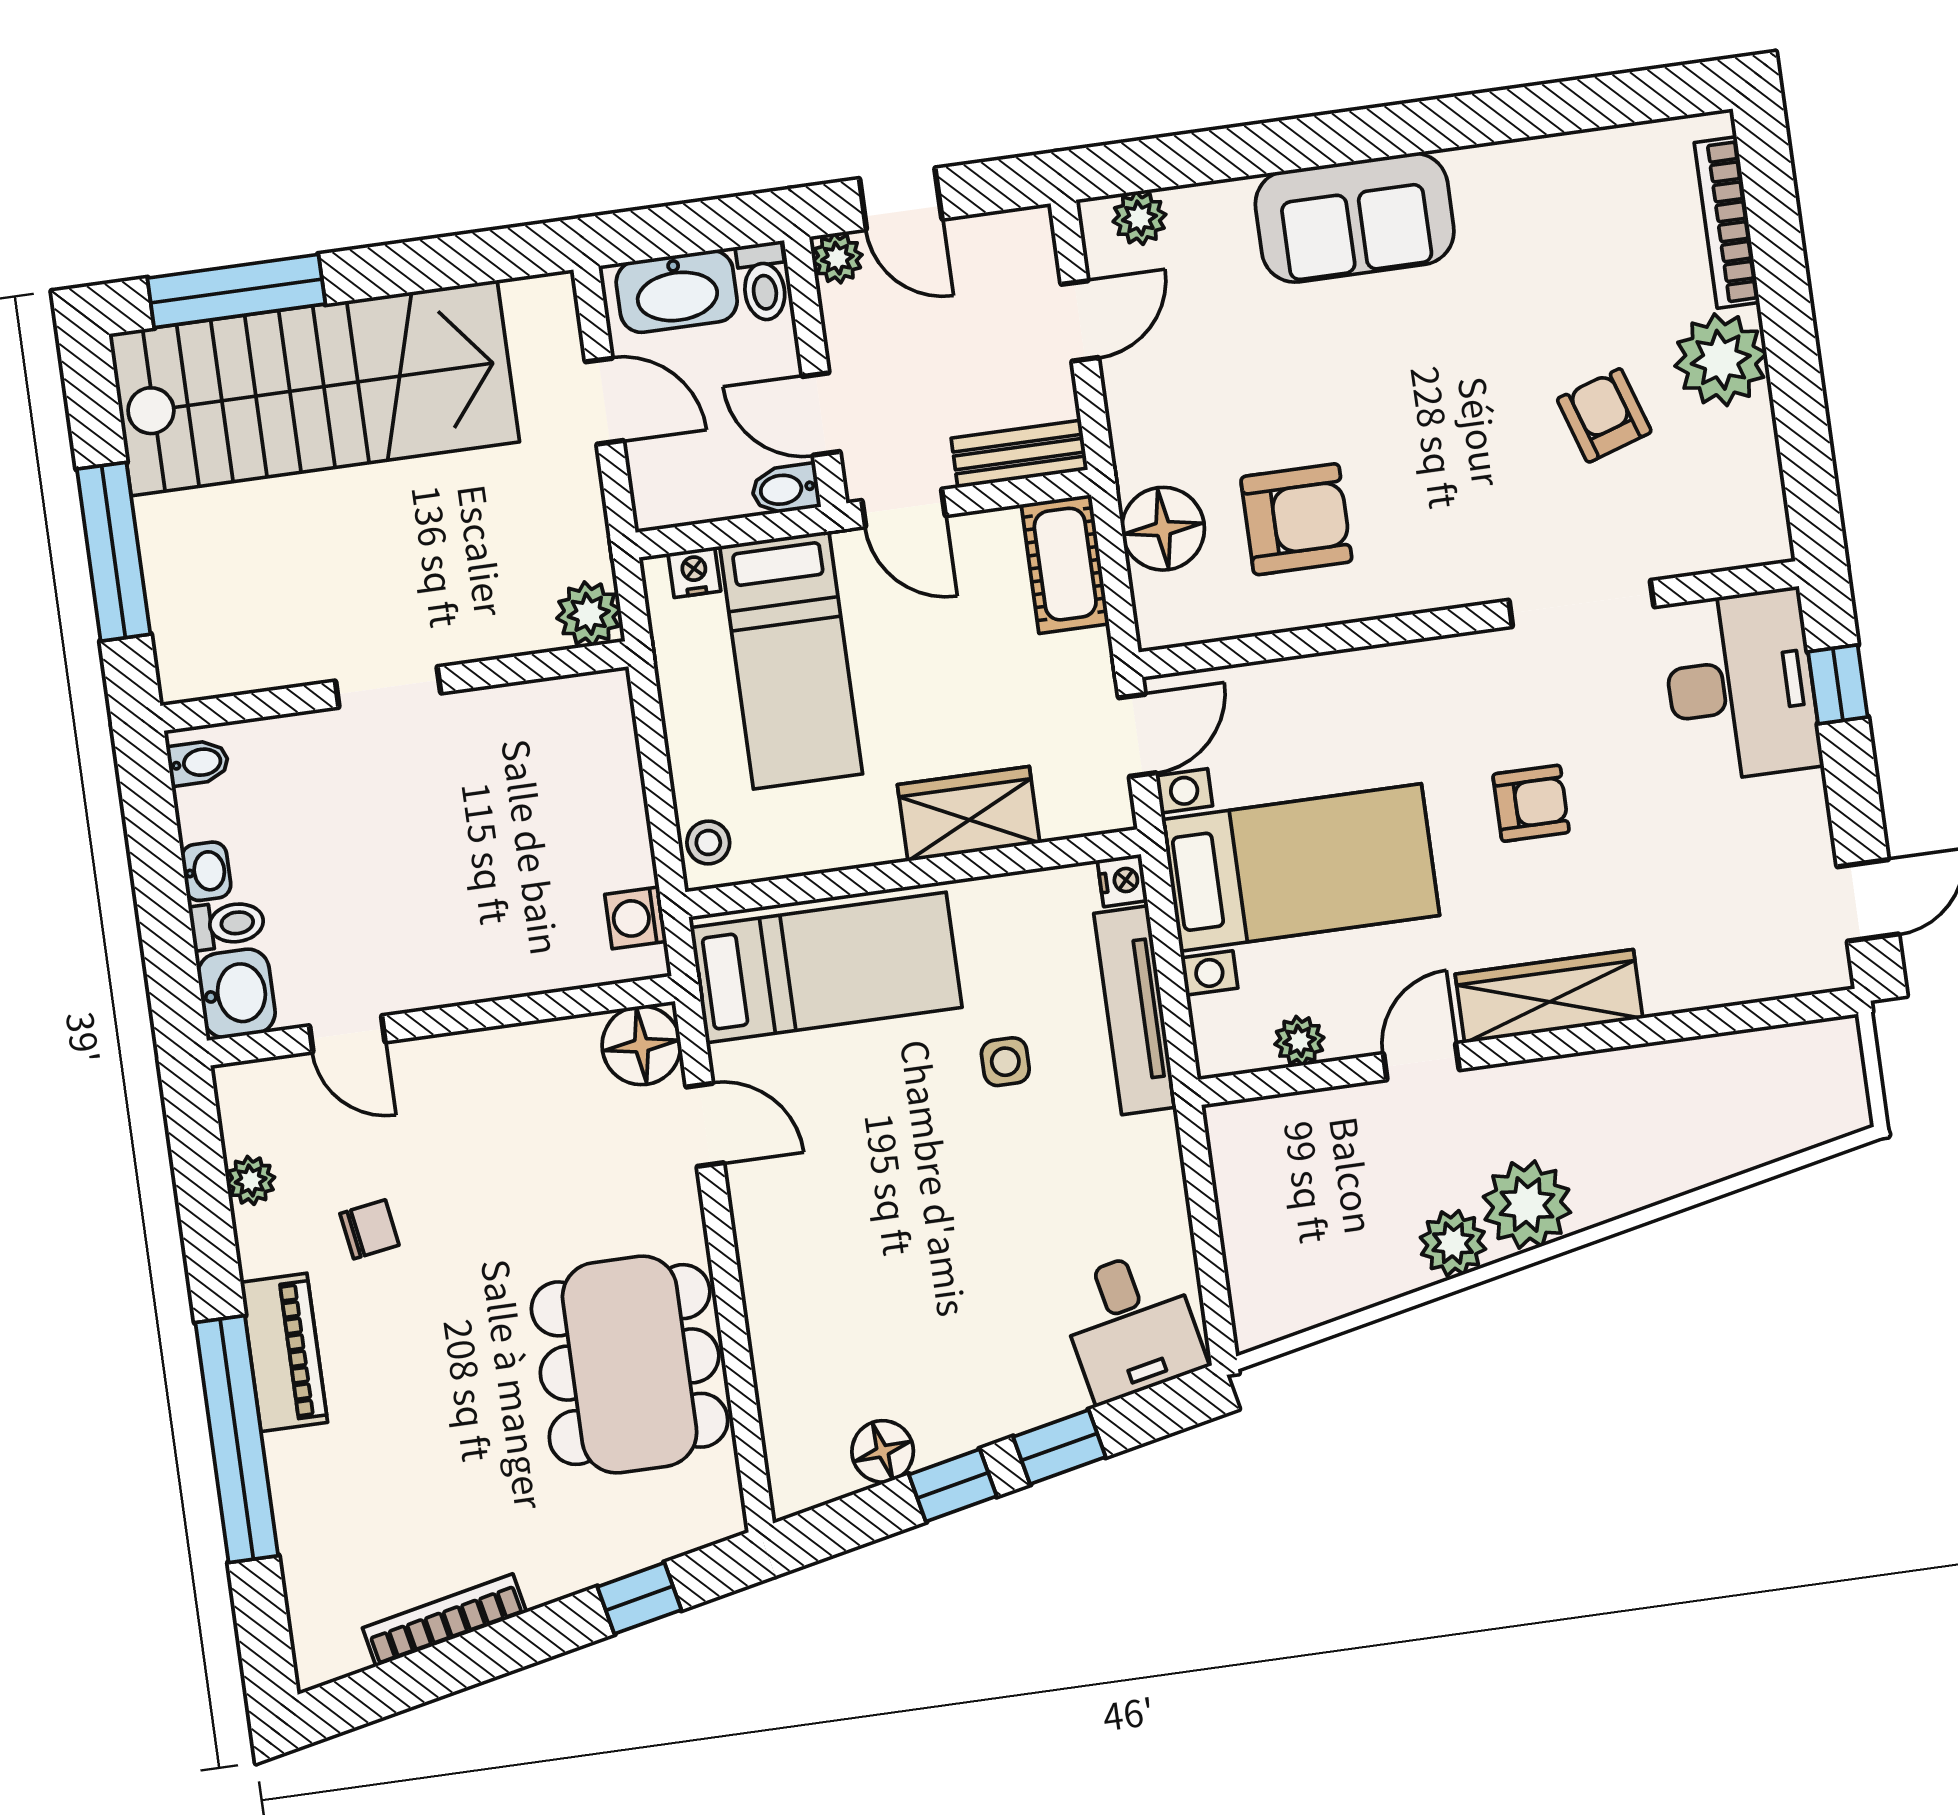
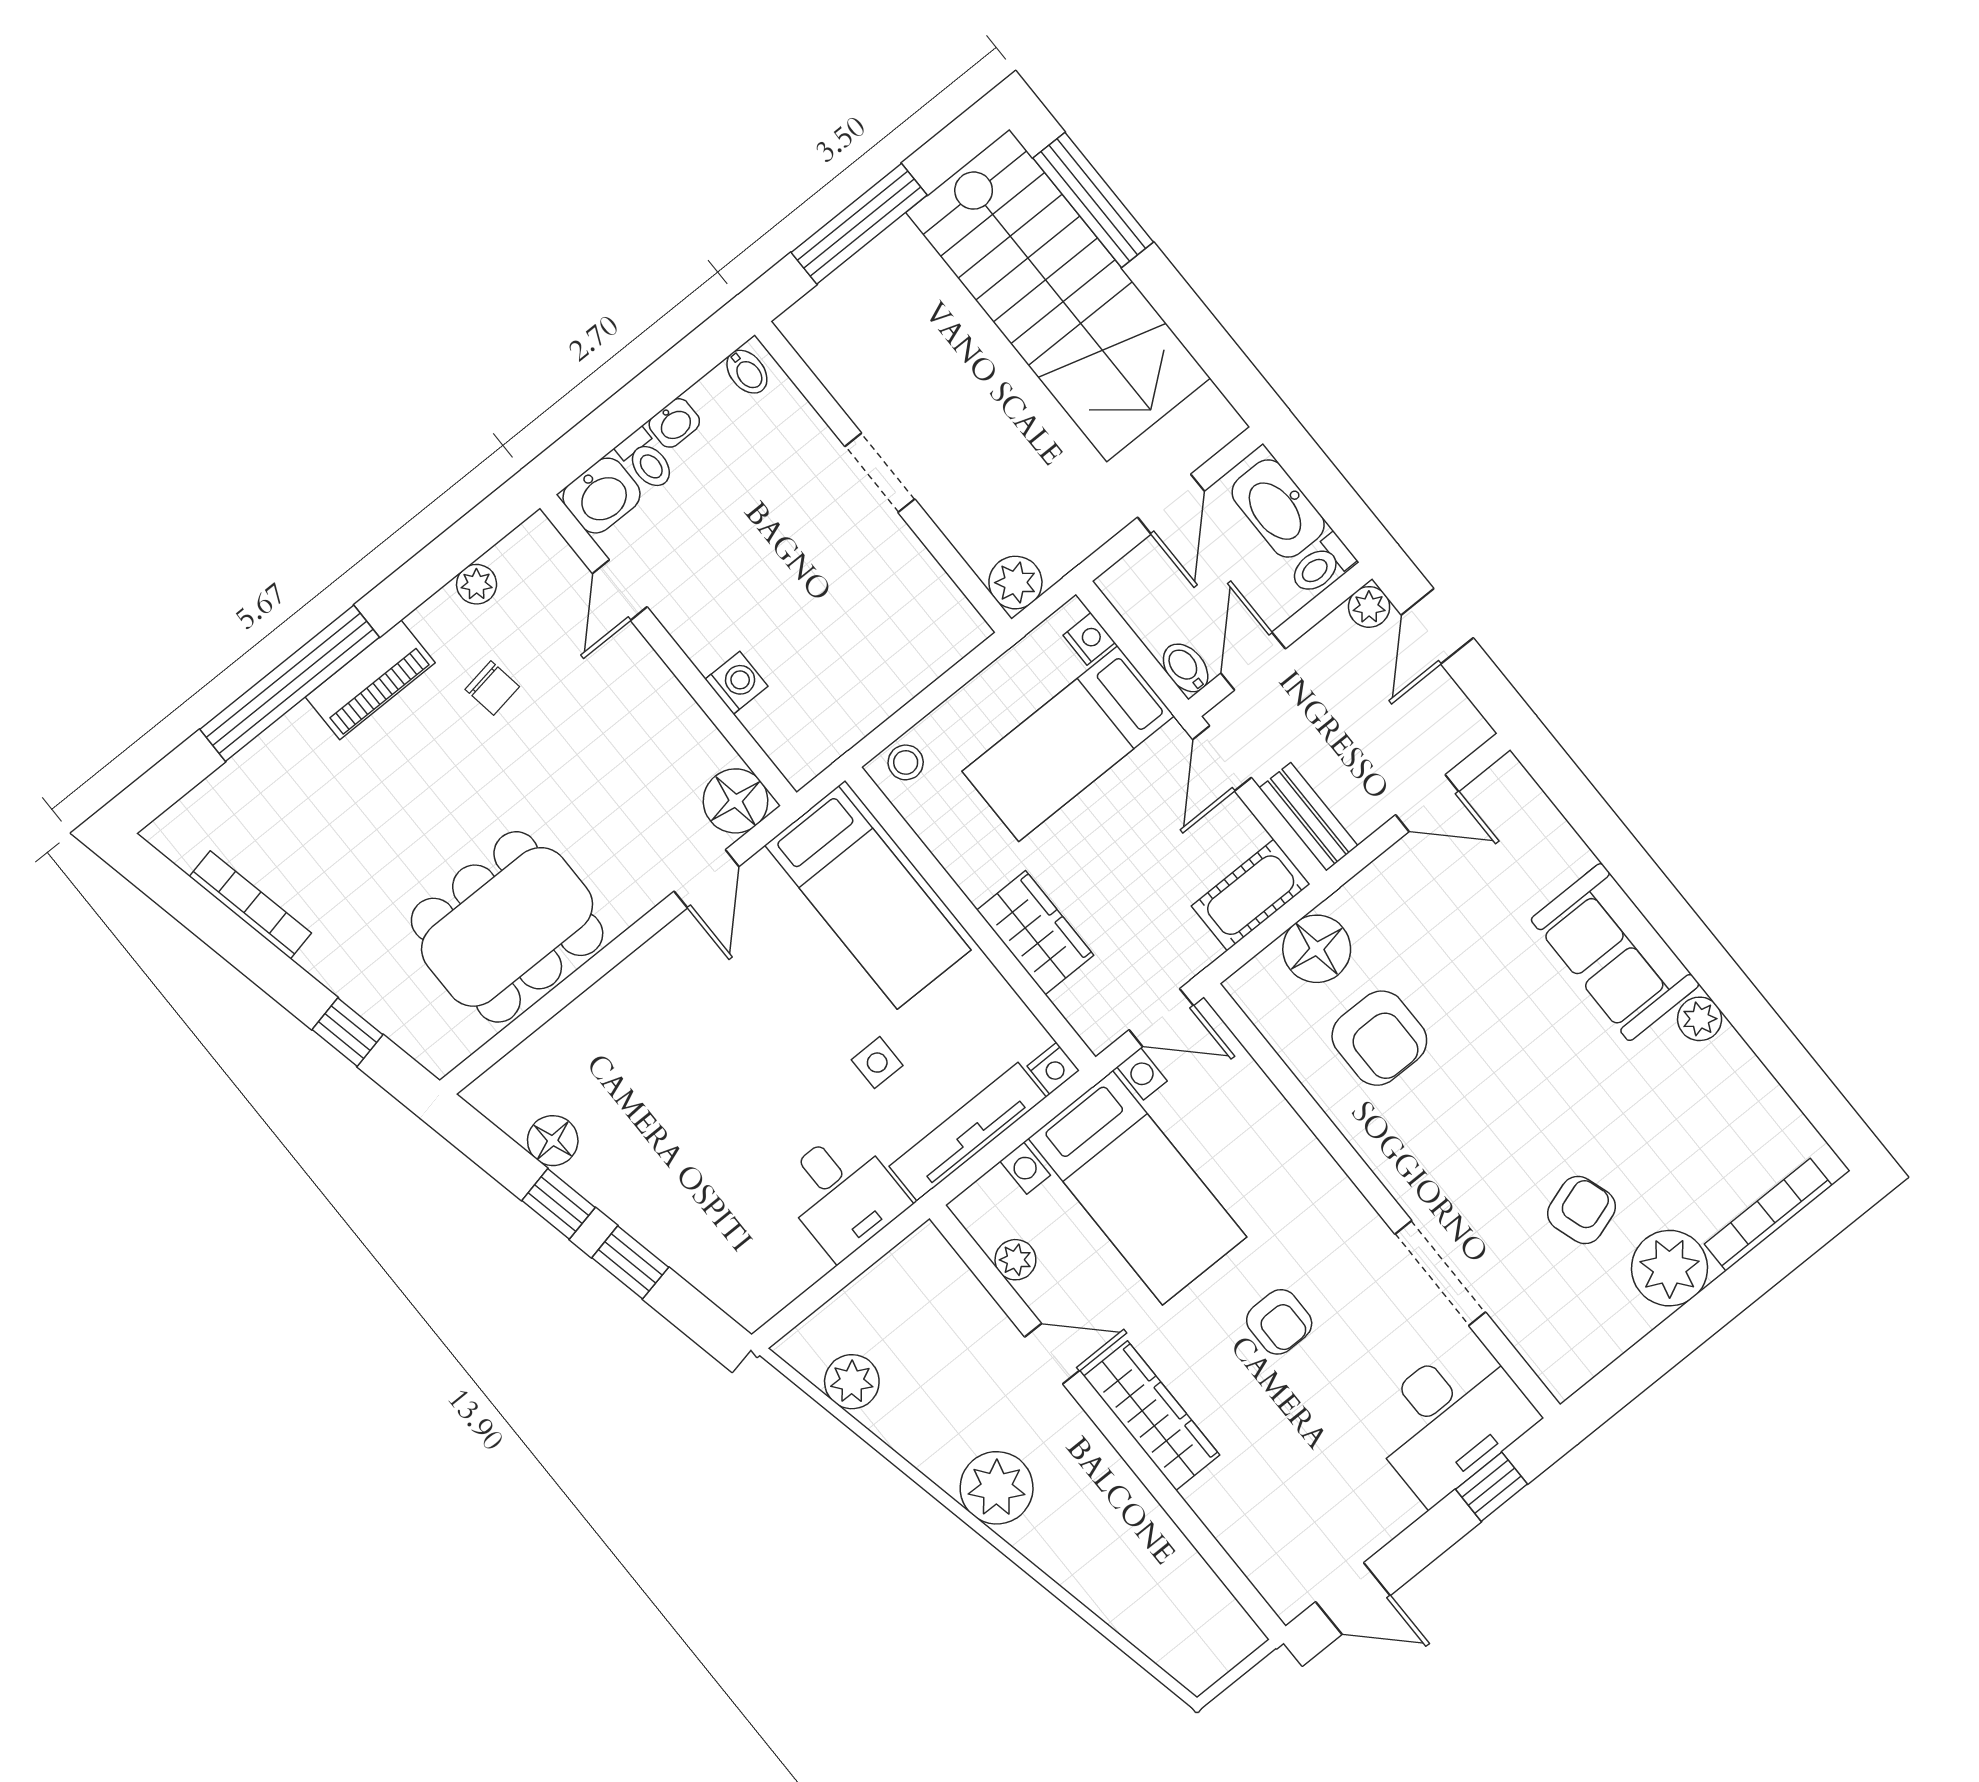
plant: (1139, 218) -> (1700, 1019), moved
washing machine: (636, 918) -> (737, 683), moved, turned 90
plant: (1453, 1243) -> (852, 1382), moved
desk: (1131, 1325) -> (842, 1194), moved, turned -78

